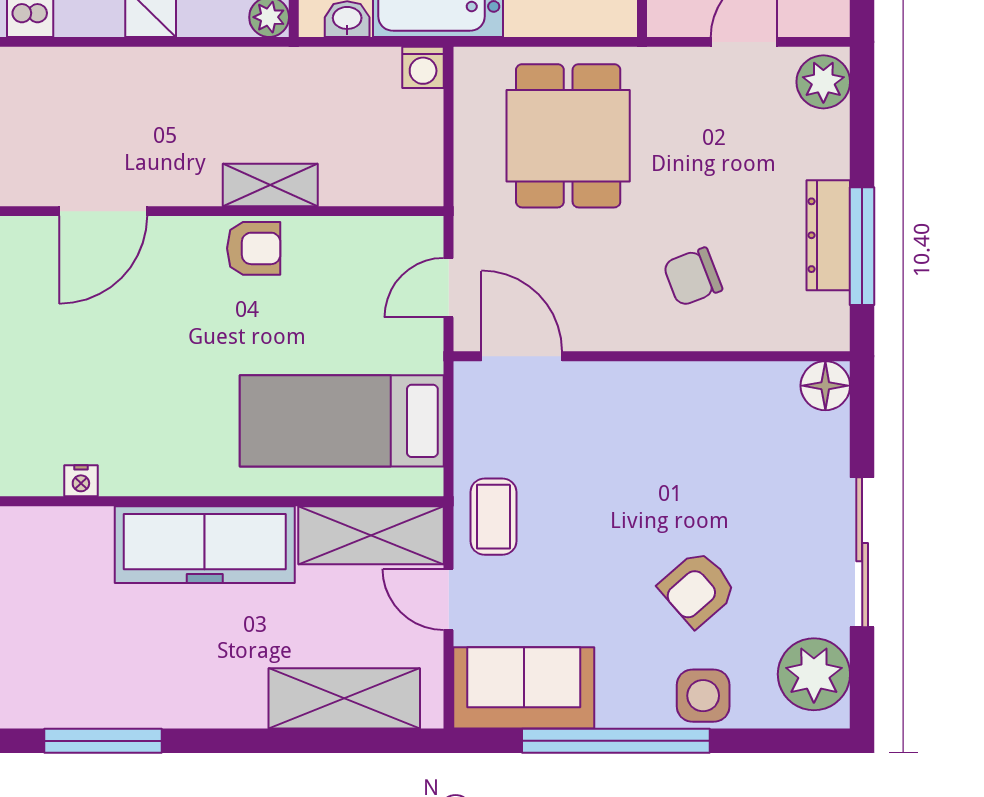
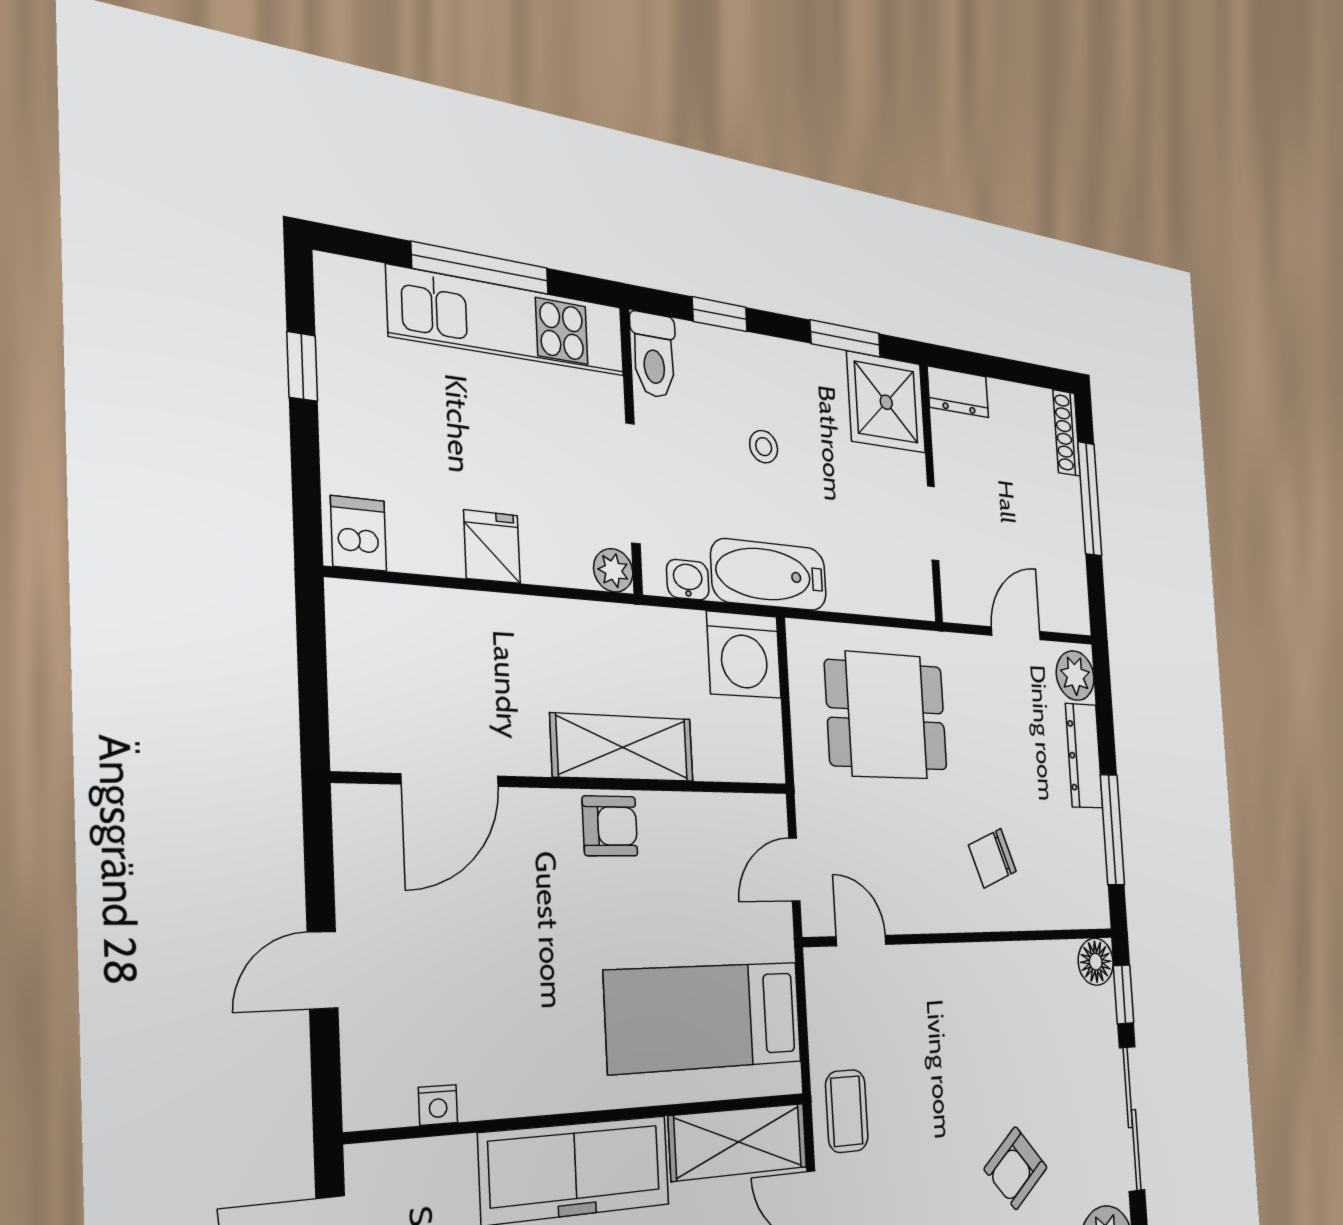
washing machine: (423, 67) -> (744, 655), width x1.89, depth x1.89
dining table: (568, 136) -> (886, 715), turned 90
shelving: (270, 185) -> (623, 748), width x1.50, depth x1.33
dresser: (828, 235) -> (1084, 756), moved
door: (522, 356) -> (861, 941), width x0.73
window: (862, 421) -> (1124, 994), added

